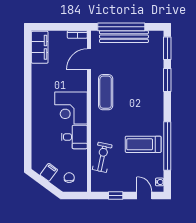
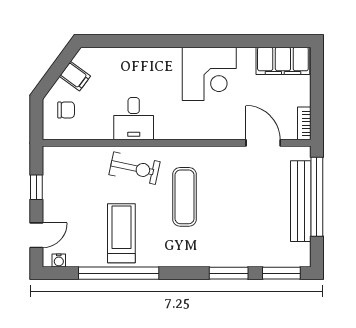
exercise mat: (106, 92) -> (185, 197), moved, turned 90
corner desk: (71, 108) -> (209, 74), moved, turned 180
exercise bike: (102, 157) -> (135, 168), moved

